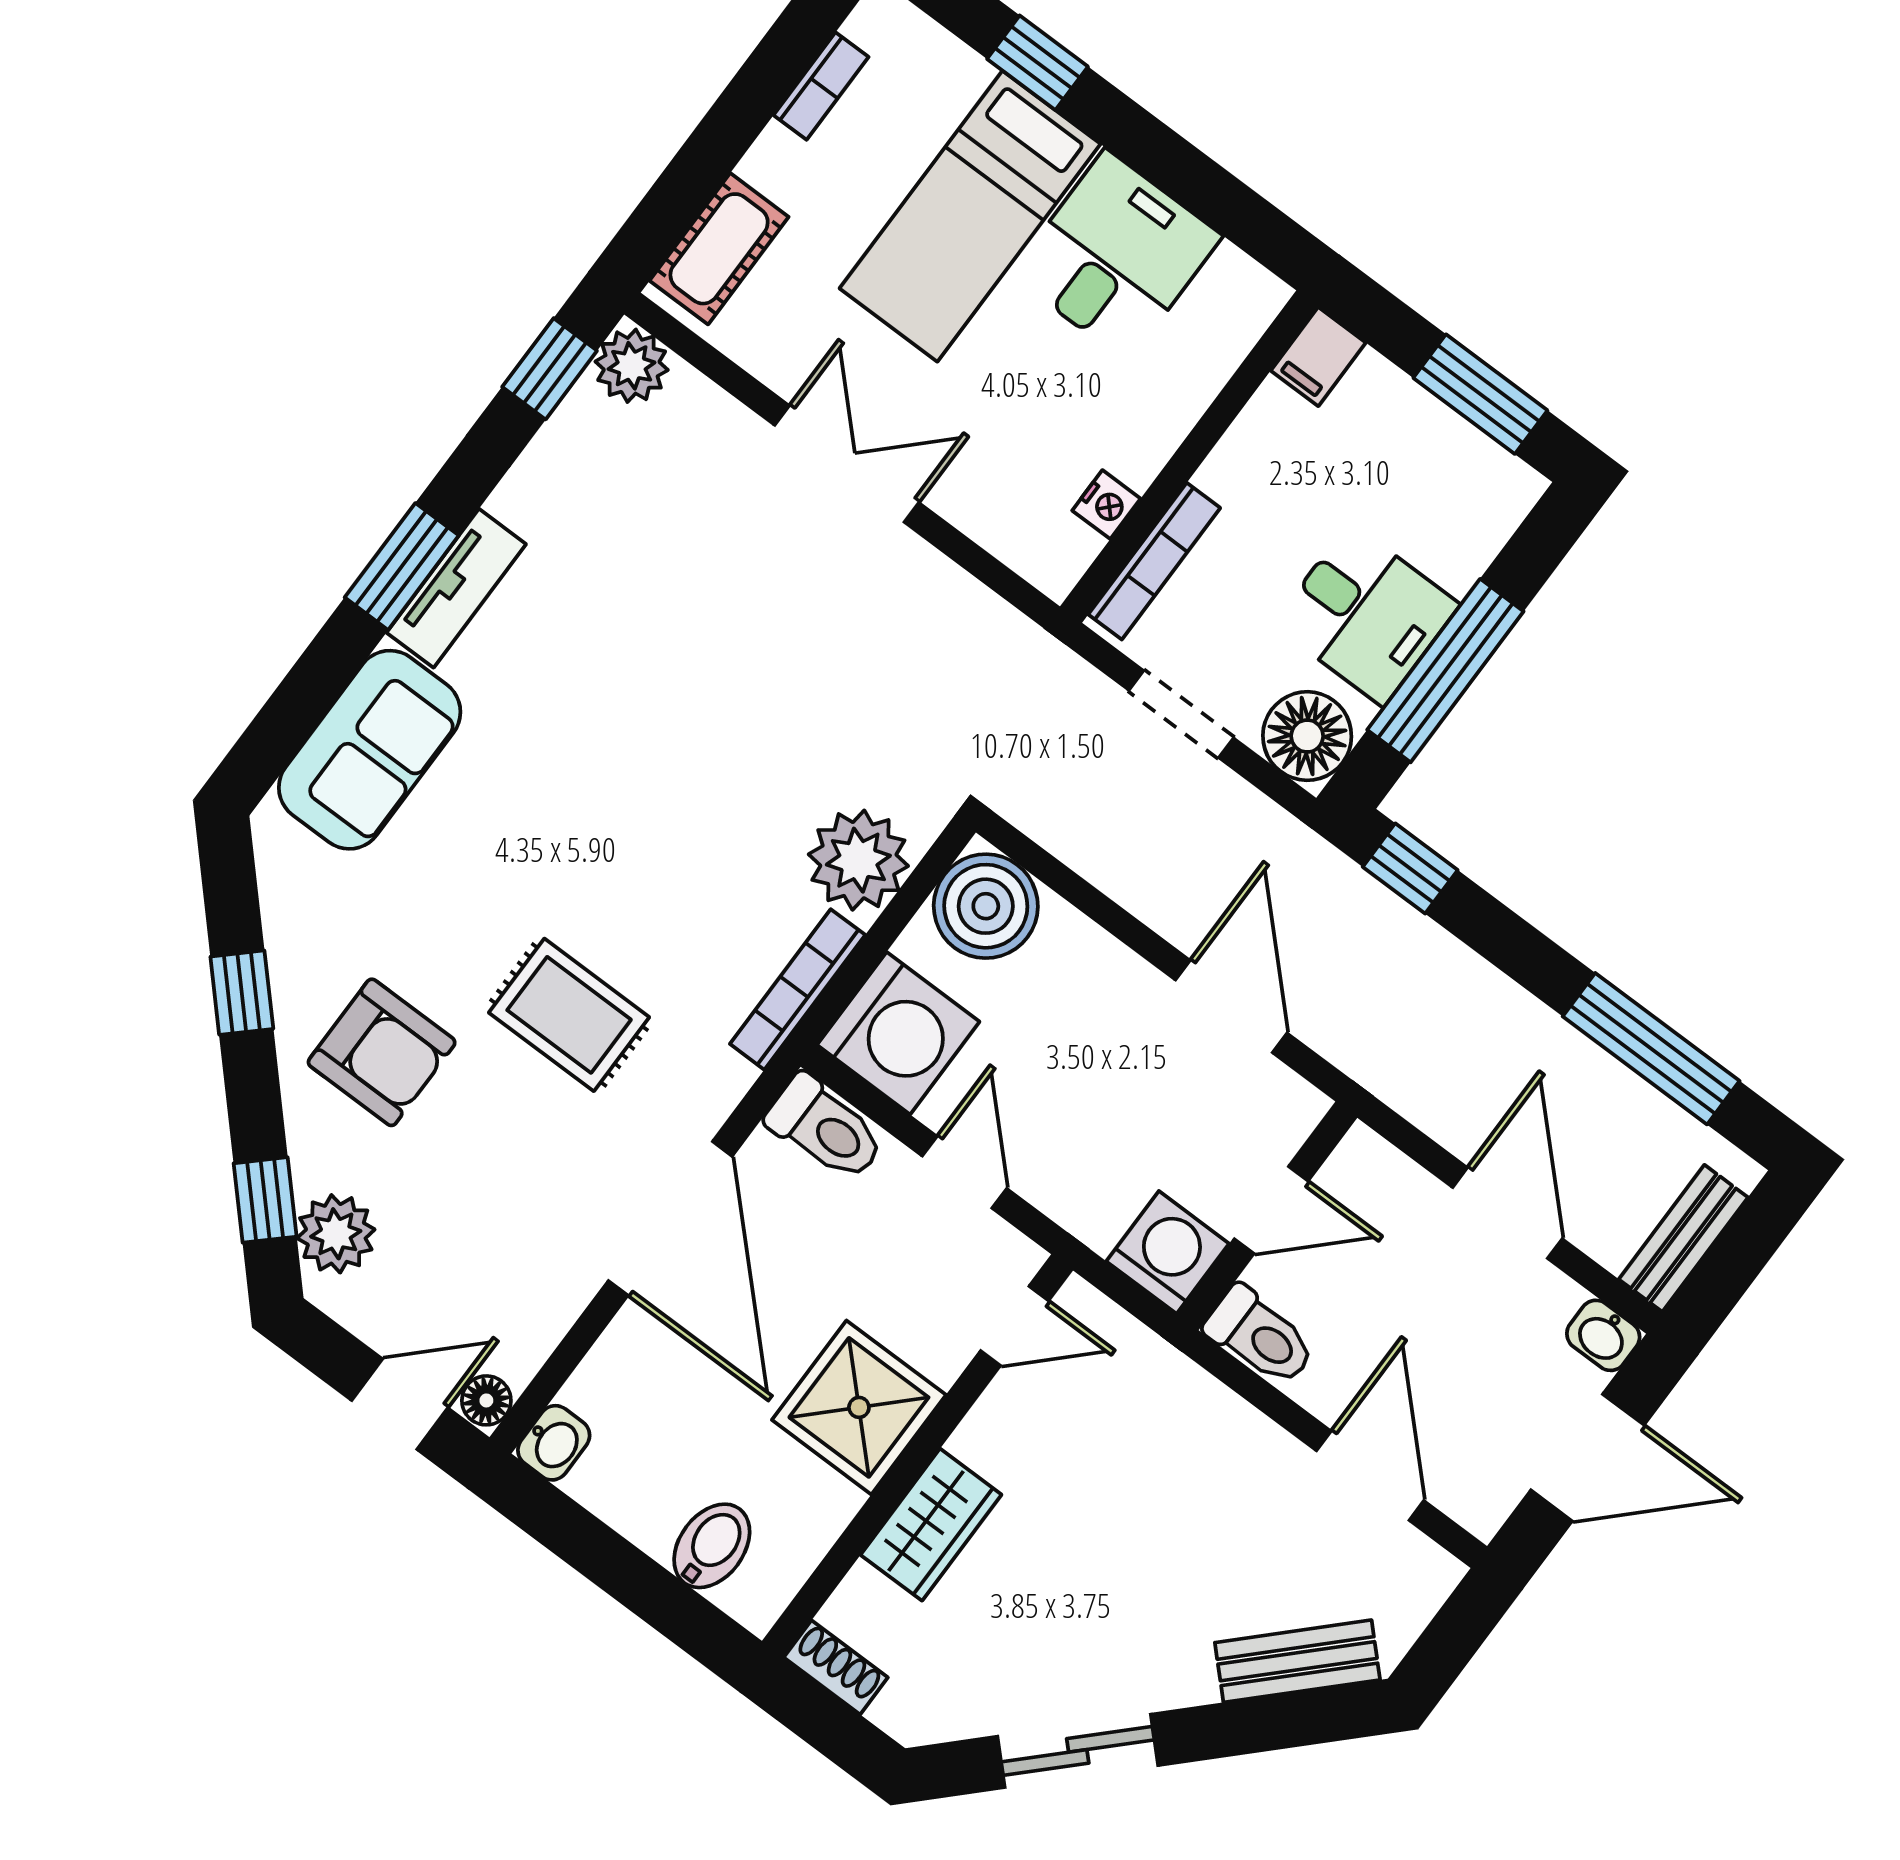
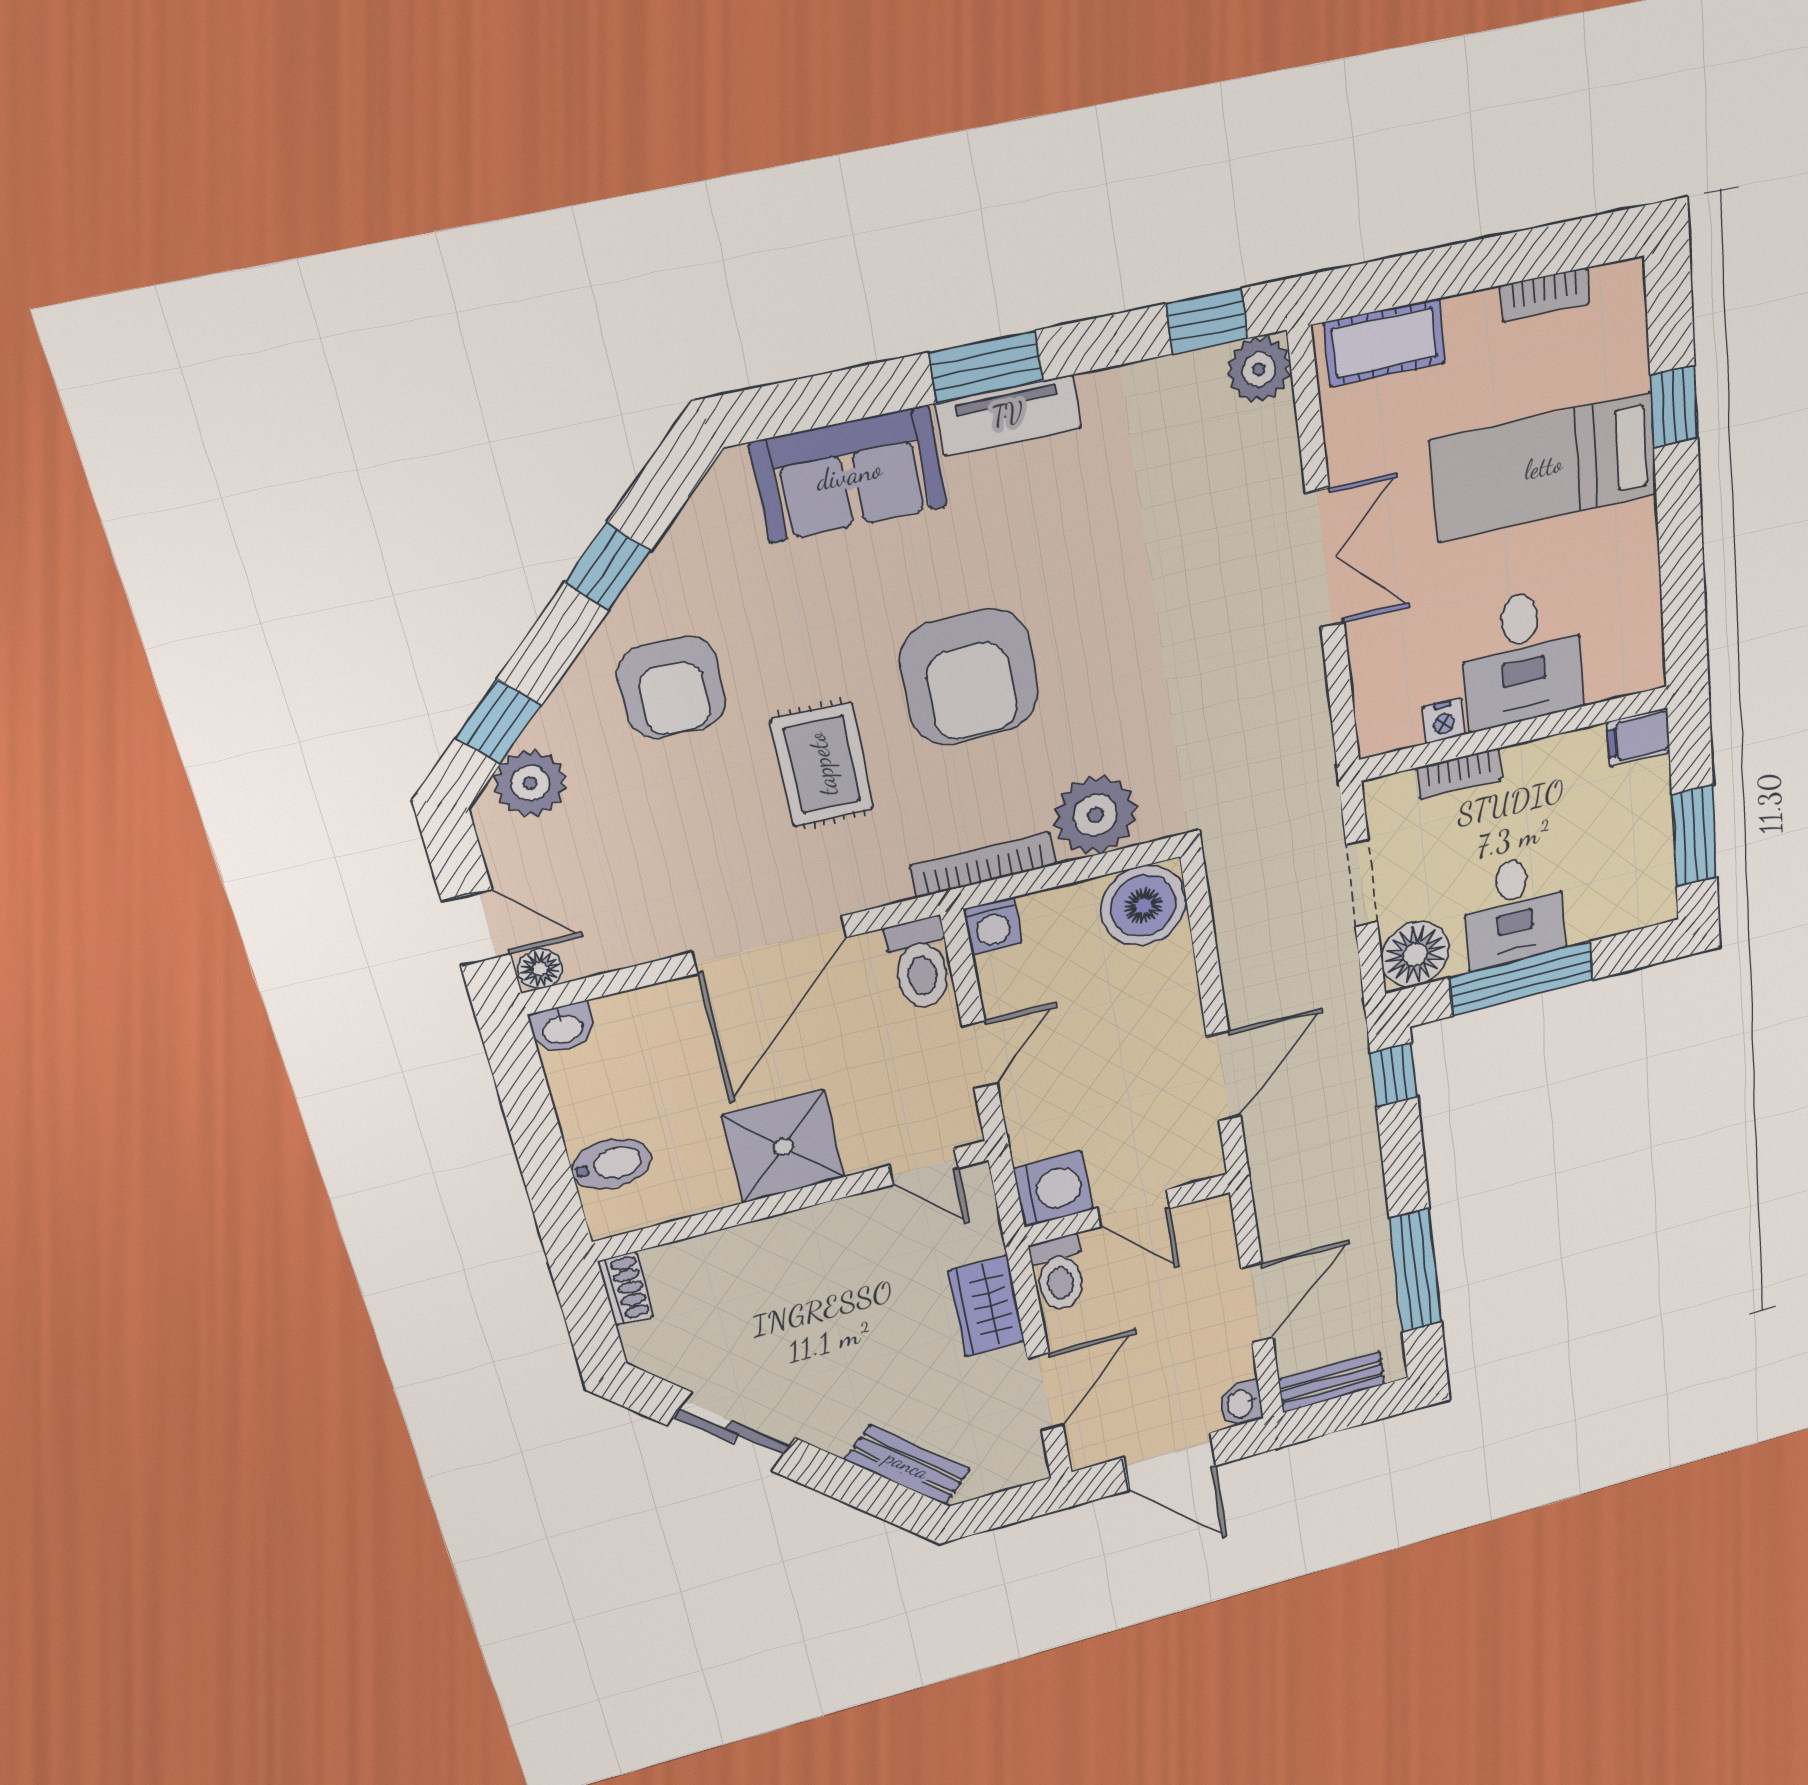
desk: (1116, 256) -> (1523, 658), moved, turned 90
bookcase: (1154, 561) -> (1459, 774), width x0.64
armchair: (627, 832) -> (969, 677), added
washing machine: (898, 1033) -> (993, 926), width x0.53, depth x0.53
wardrobe: (931, 1525) -> (986, 1306), moved, turned 90

